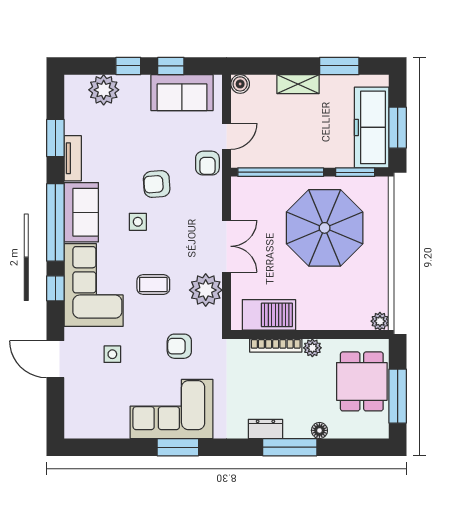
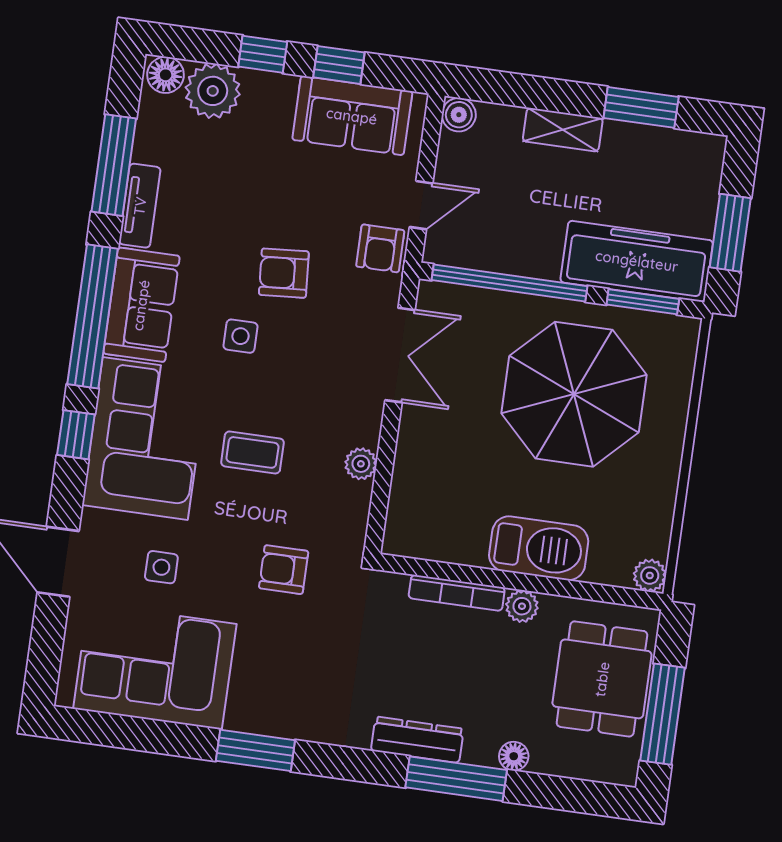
floor lamp: (77, 85) -> (166, 75), added
freezer: (372, 127) -> (637, 261), moved, turned 90
window: (55, 138) -> (114, 165), width x1.44
double door: (226, 246) -> (400, 355), moved
plant: (206, 290) -> (361, 464), width x0.53, depth x0.53
barbecue: (269, 315) -> (539, 548), moved
corner sofa: (172, 409) -> (155, 666), moved
dresser: (265, 429) -> (417, 740), width x1.44

